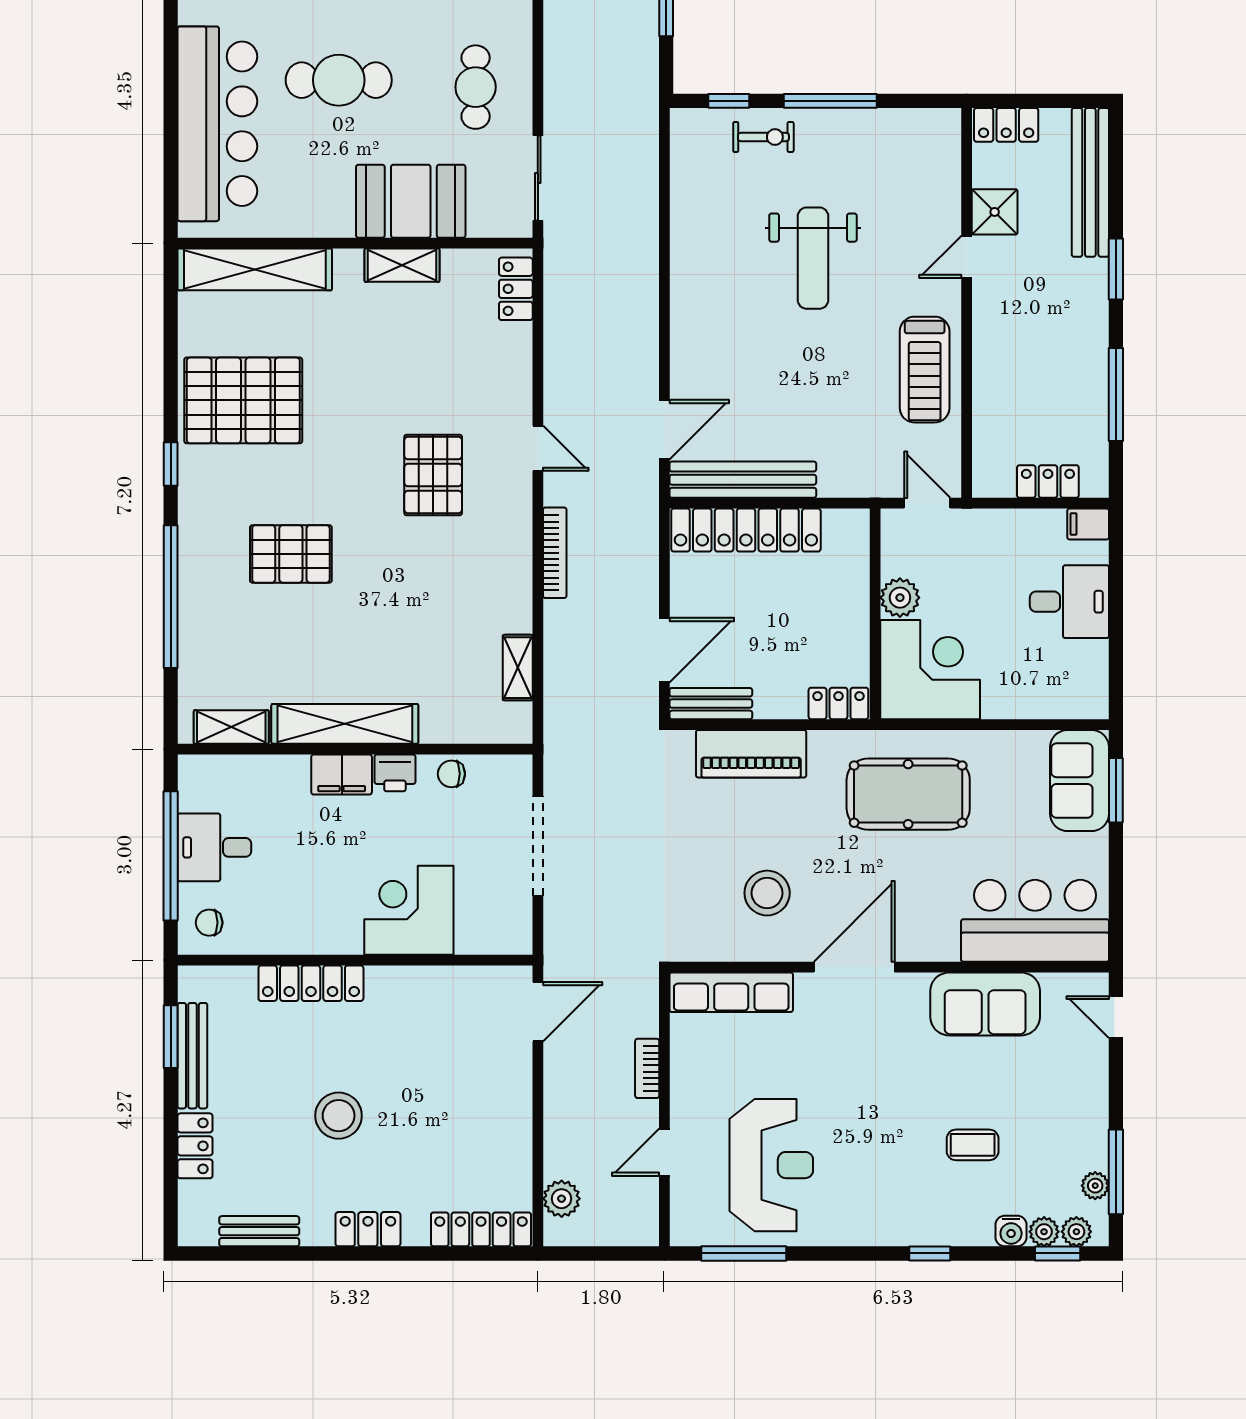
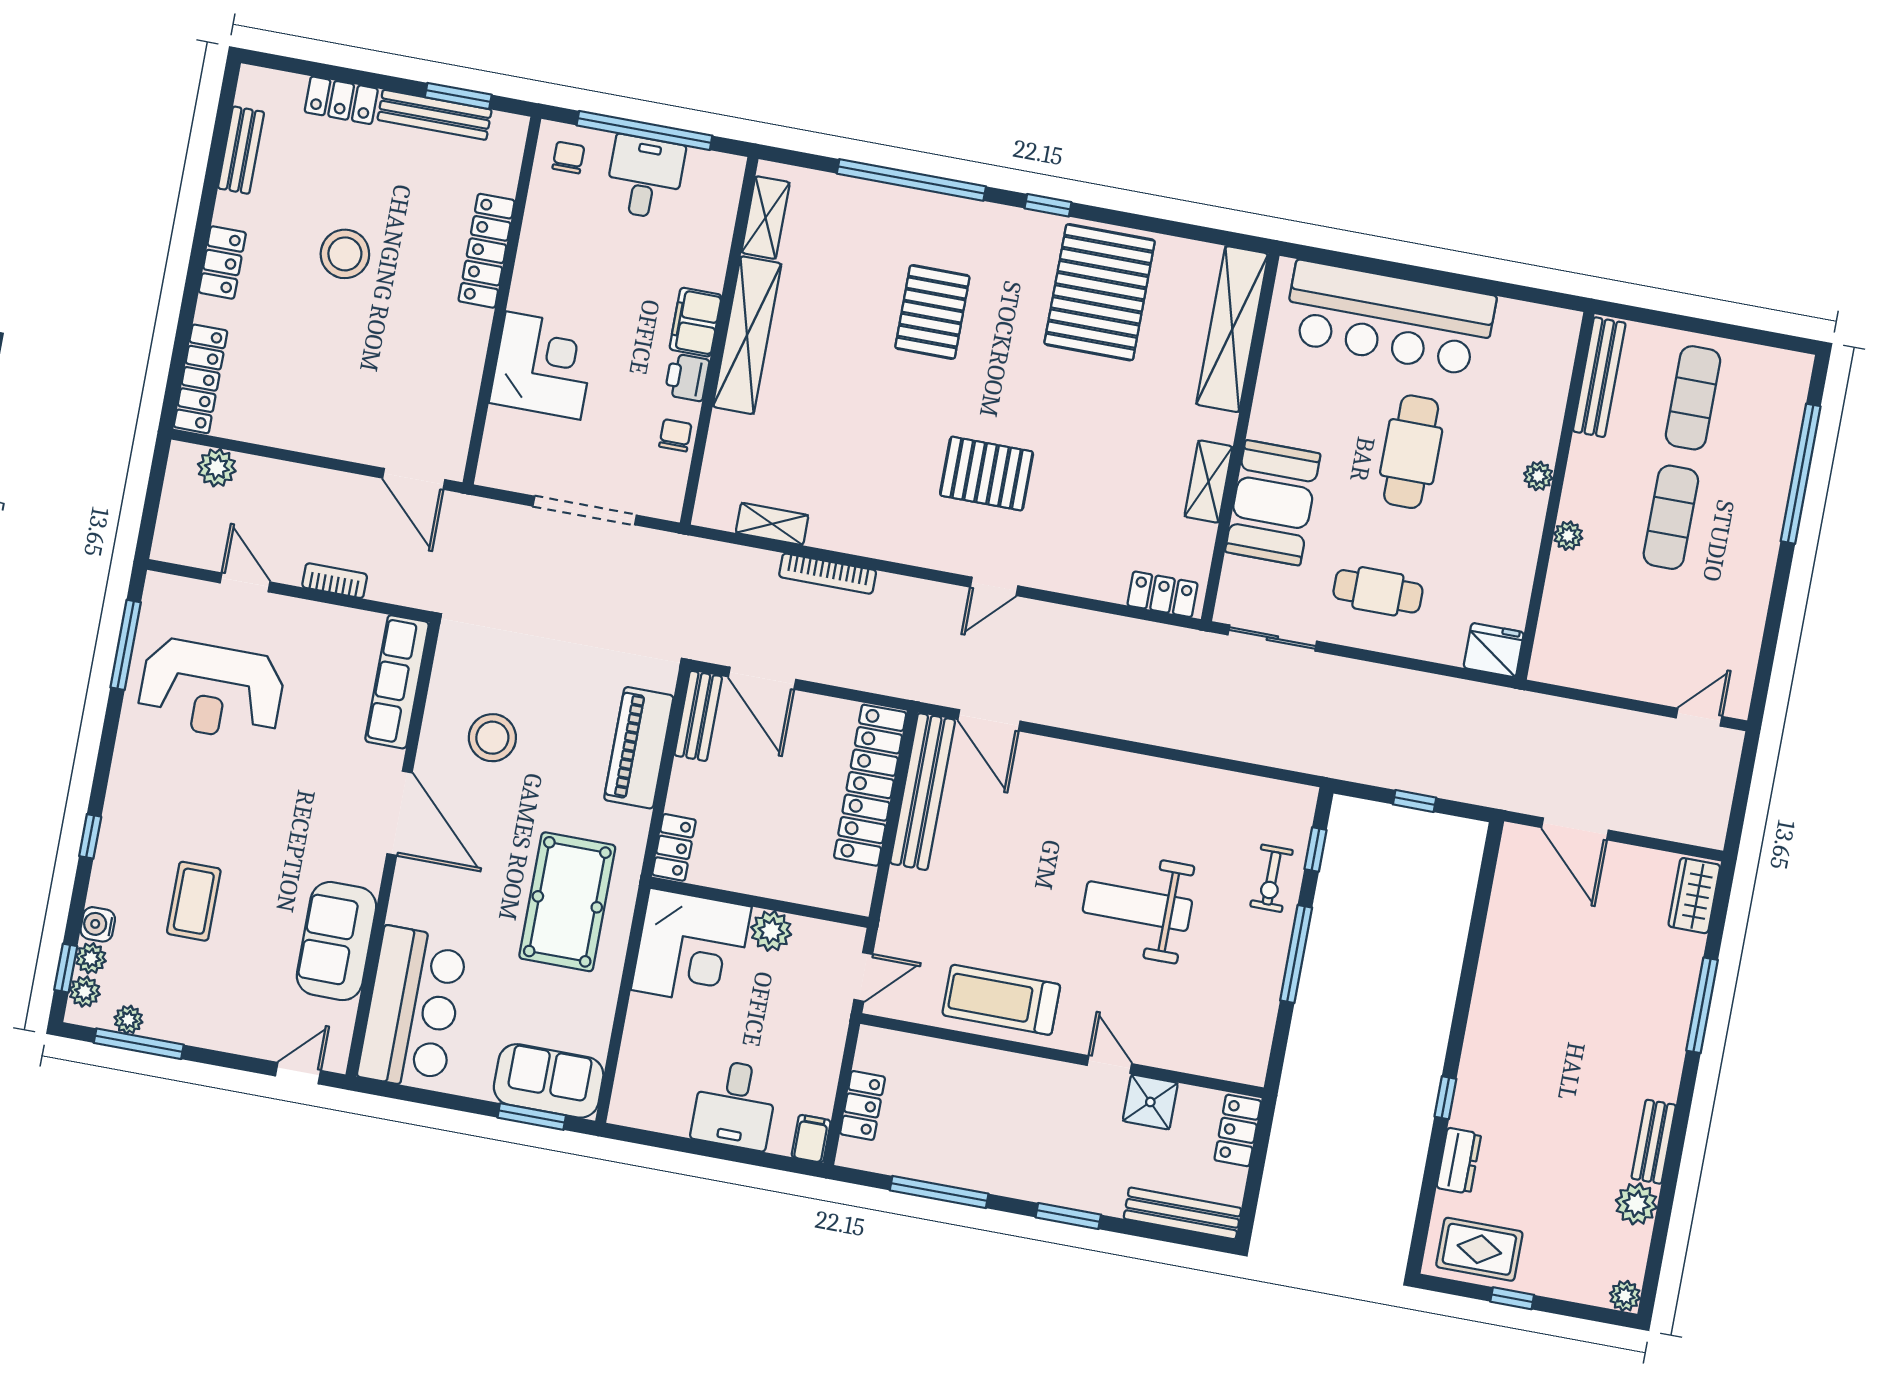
bench: (1090, 182) -> (1182, 1213), width x0.73, depth x0.82
bookcase: (555, 553) -> (828, 574), moved
coffee table: (973, 1145) -> (194, 901), width x1.36, depth x1.30

